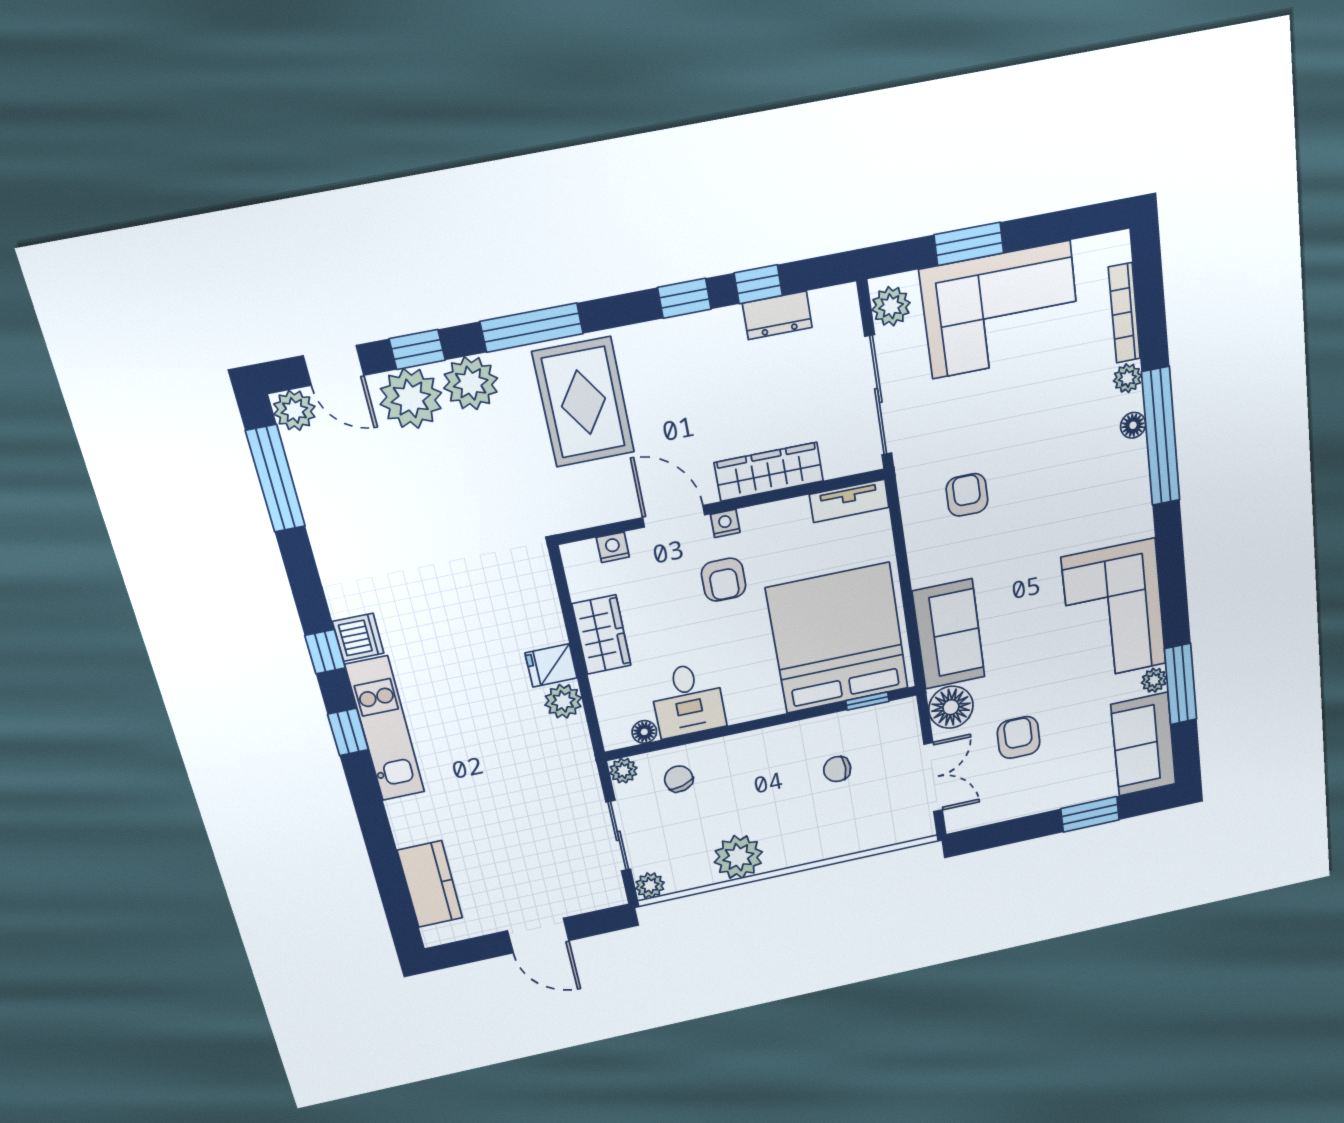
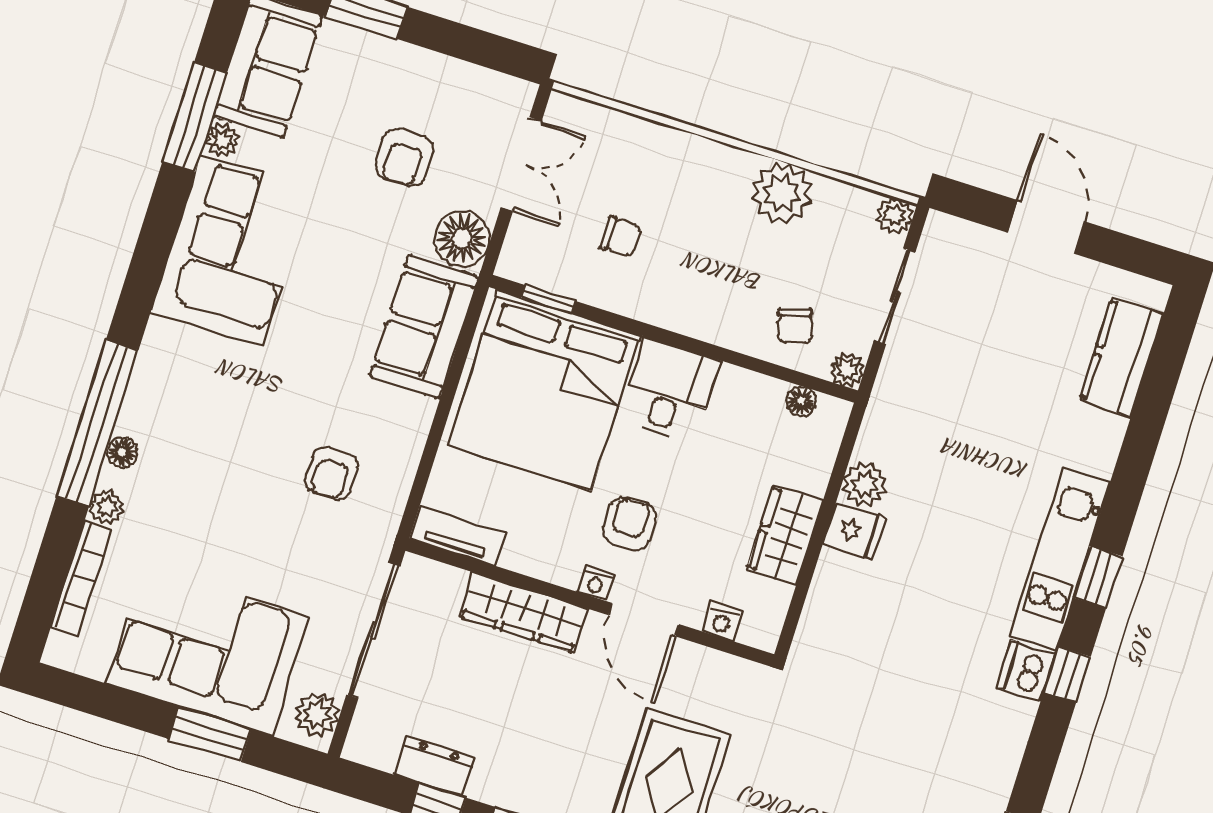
desk: (688, 700) -> (669, 390), moved
double door: (933, 777) -> (521, 164), swing flipped

